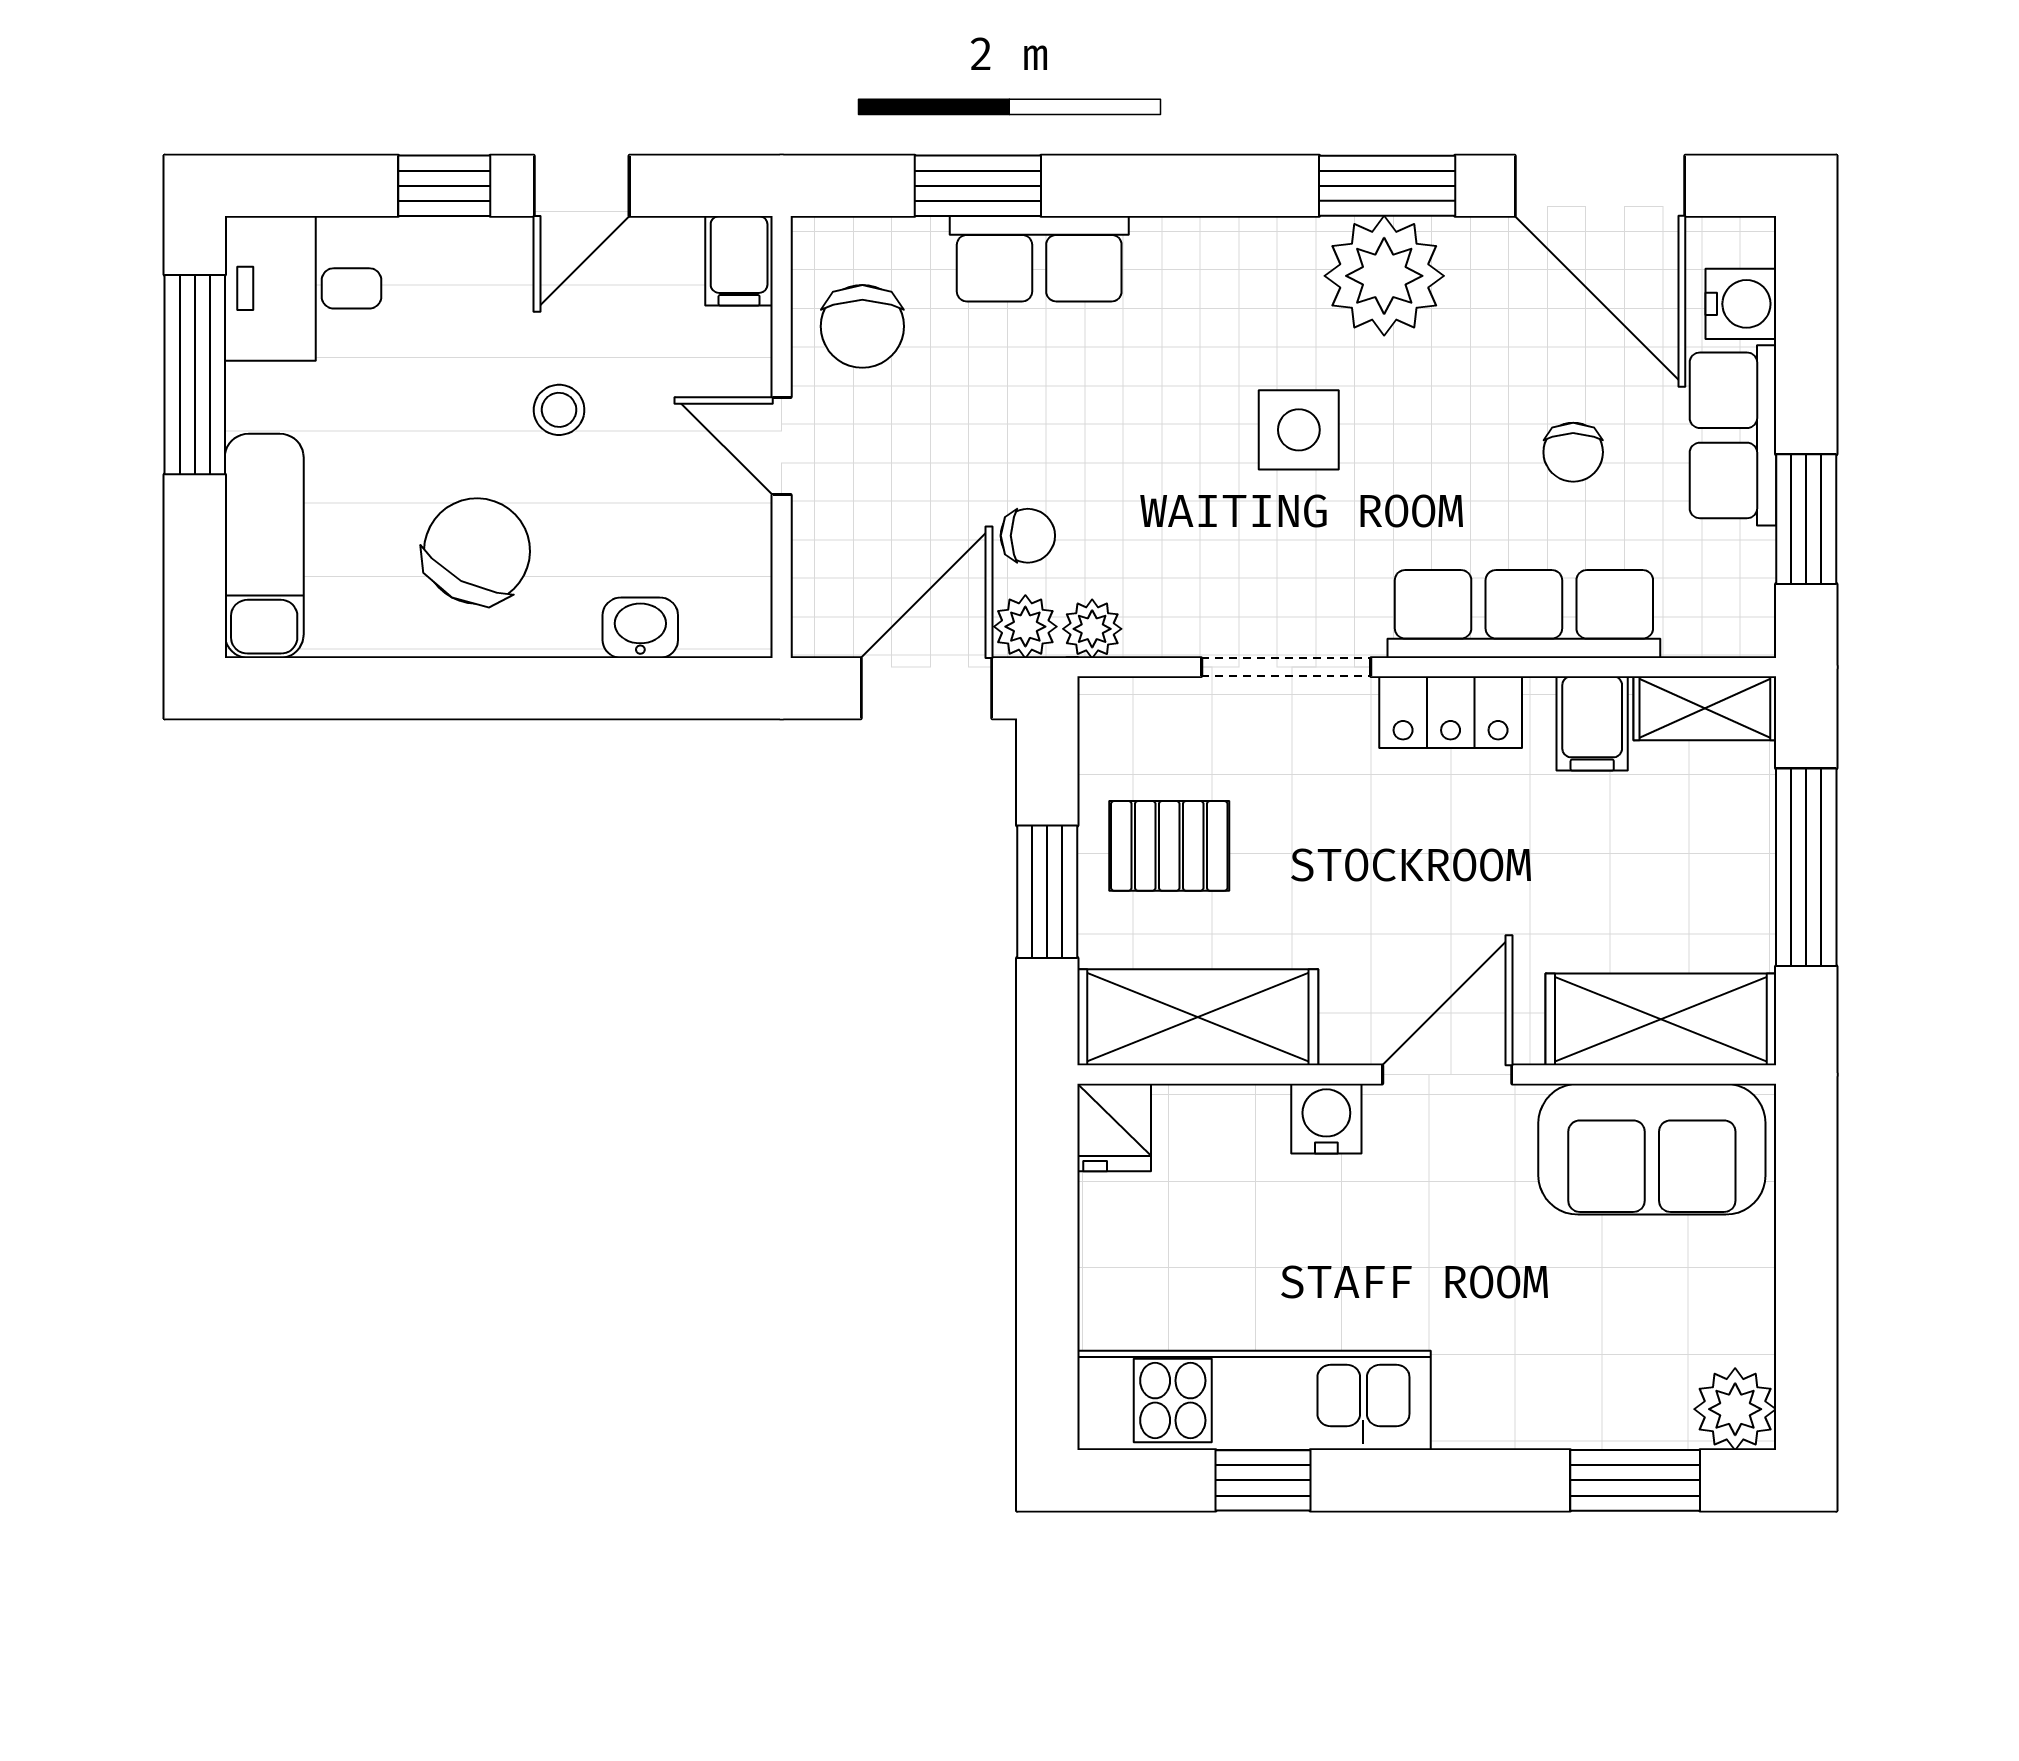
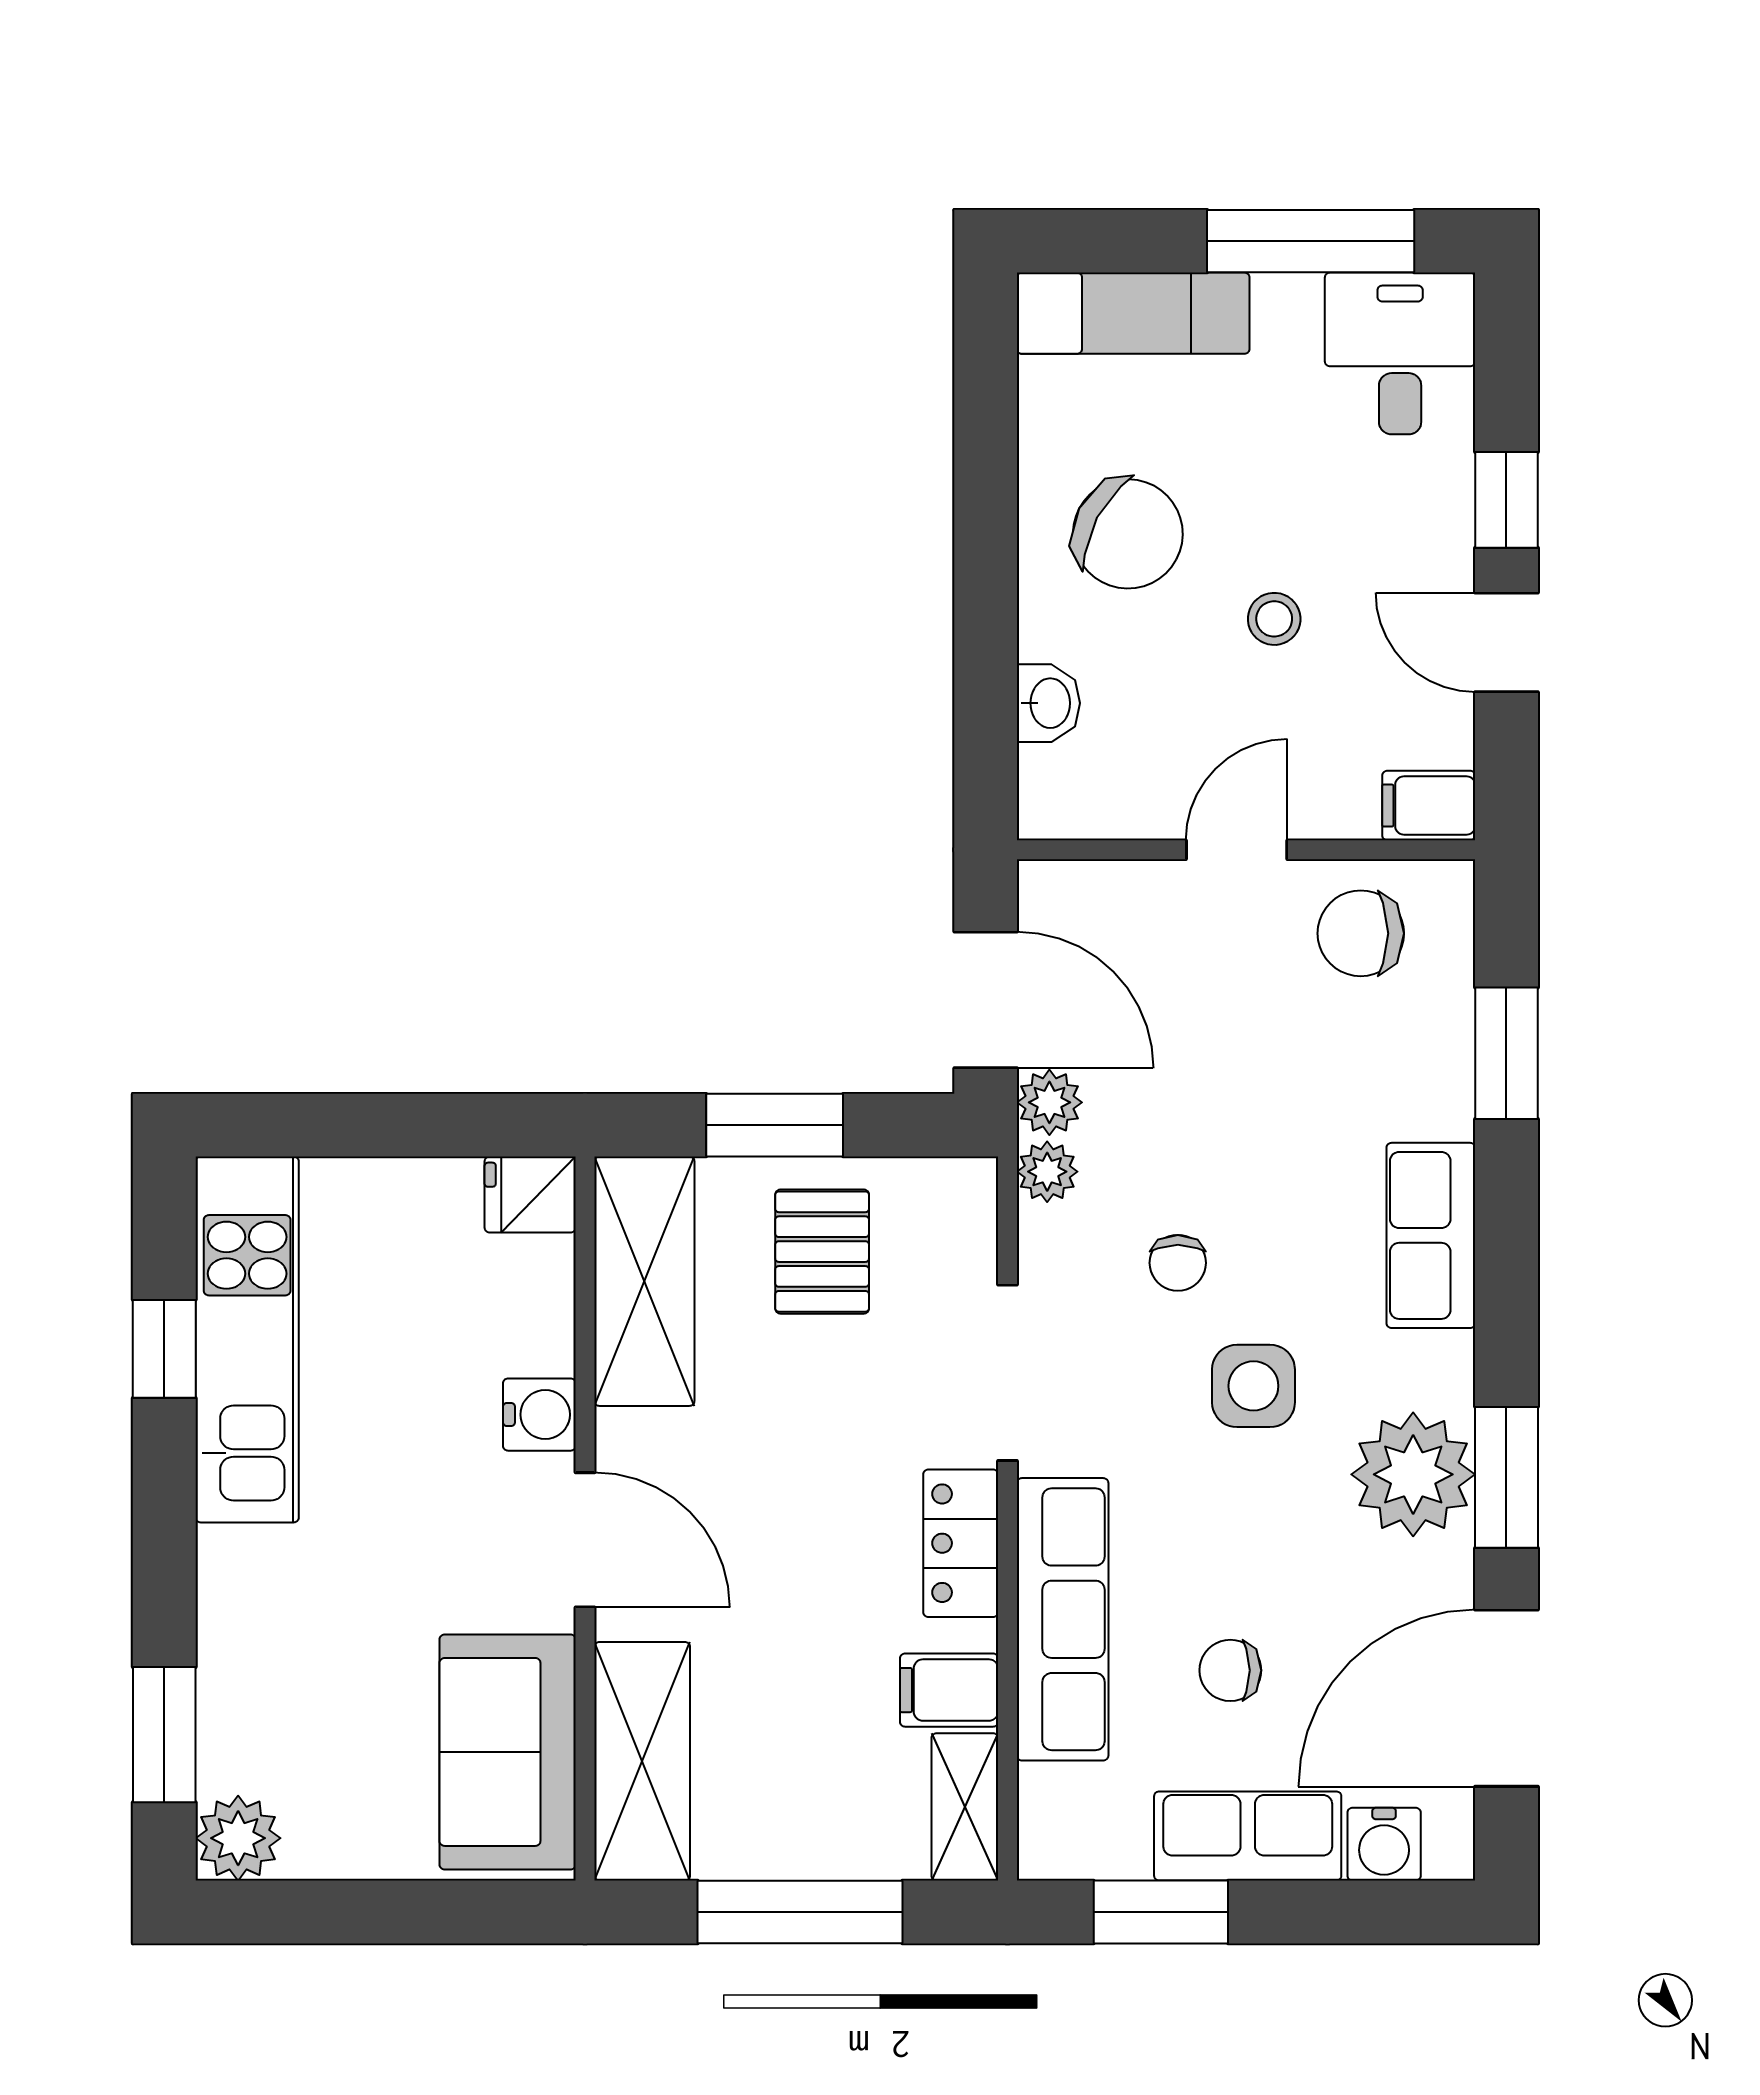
row of seats: (1039, 259) -> (1431, 1235), moved
chair: (1028, 536) -> (1178, 1263), moved

